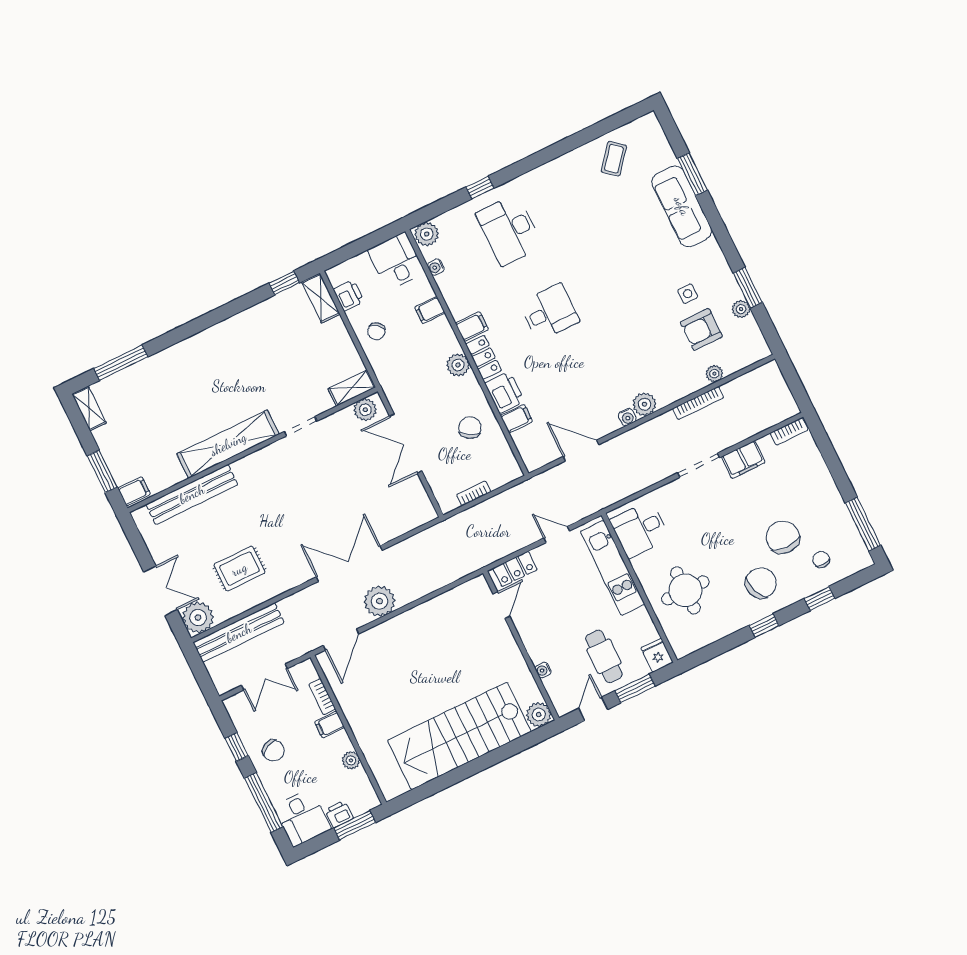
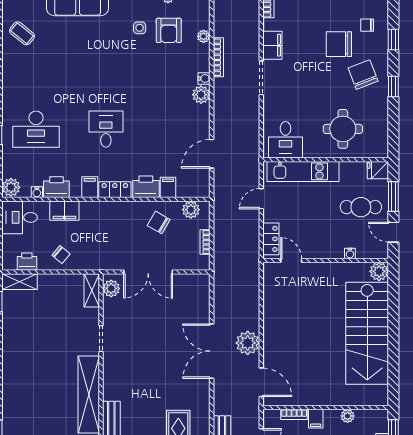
printer: (453, 287) -> (56, 187), added
filing cabinet: (430, 310) -> (64, 211), width x2.00
plant: (458, 365) -> (191, 210), moved
water cooler: (627, 417) -> (204, 79), moved

